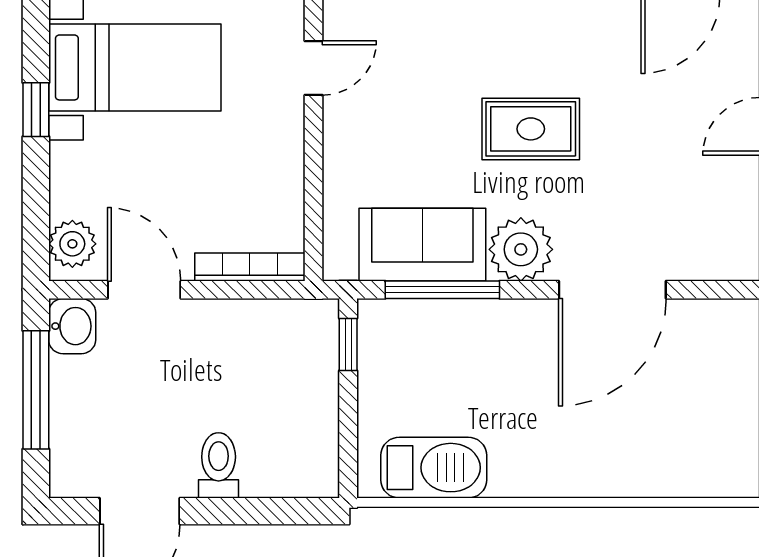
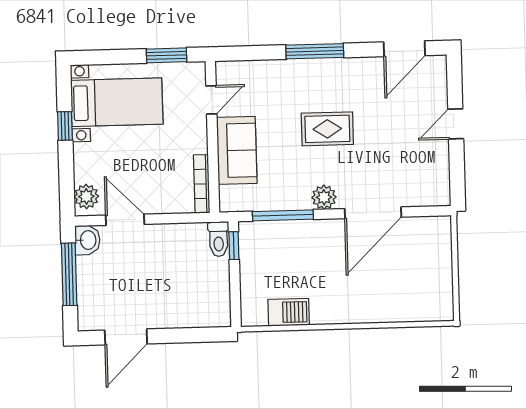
sofa: (422, 245) -> (237, 150), moved, turned 90
plant: (521, 249) -> (324, 197), width x0.73, depth x0.73
bookcase: (250, 267) -> (202, 184), moved, turned -90
toilet: (219, 465) -> (219, 239), moved, turned 180
barbecue: (434, 468) -> (289, 312), width x0.73, depth x0.83

